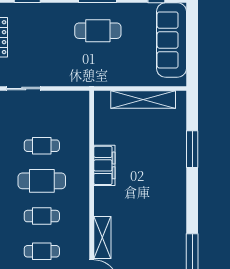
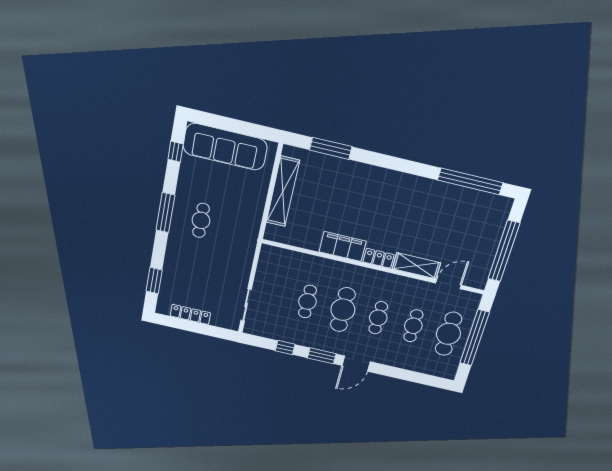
cafe table: (98, 31) -> (201, 220), width x0.73, depth x0.74
window: (192, 149) -> (331, 148), moved
locker: (101, 201) -> (379, 258), added

